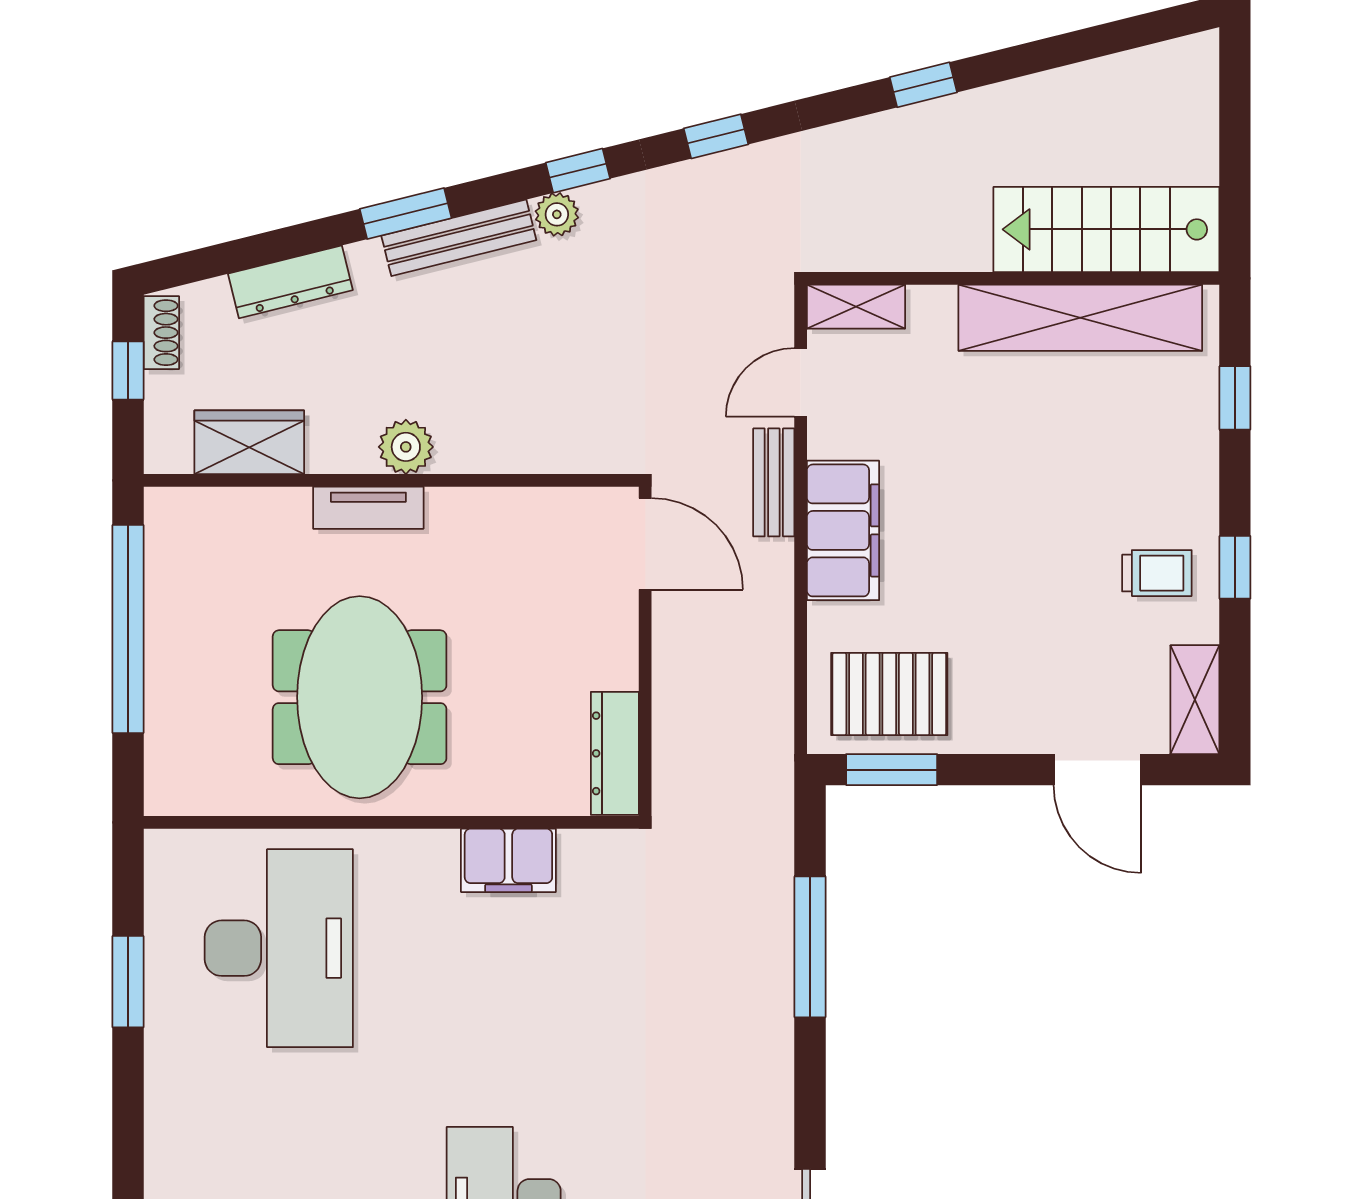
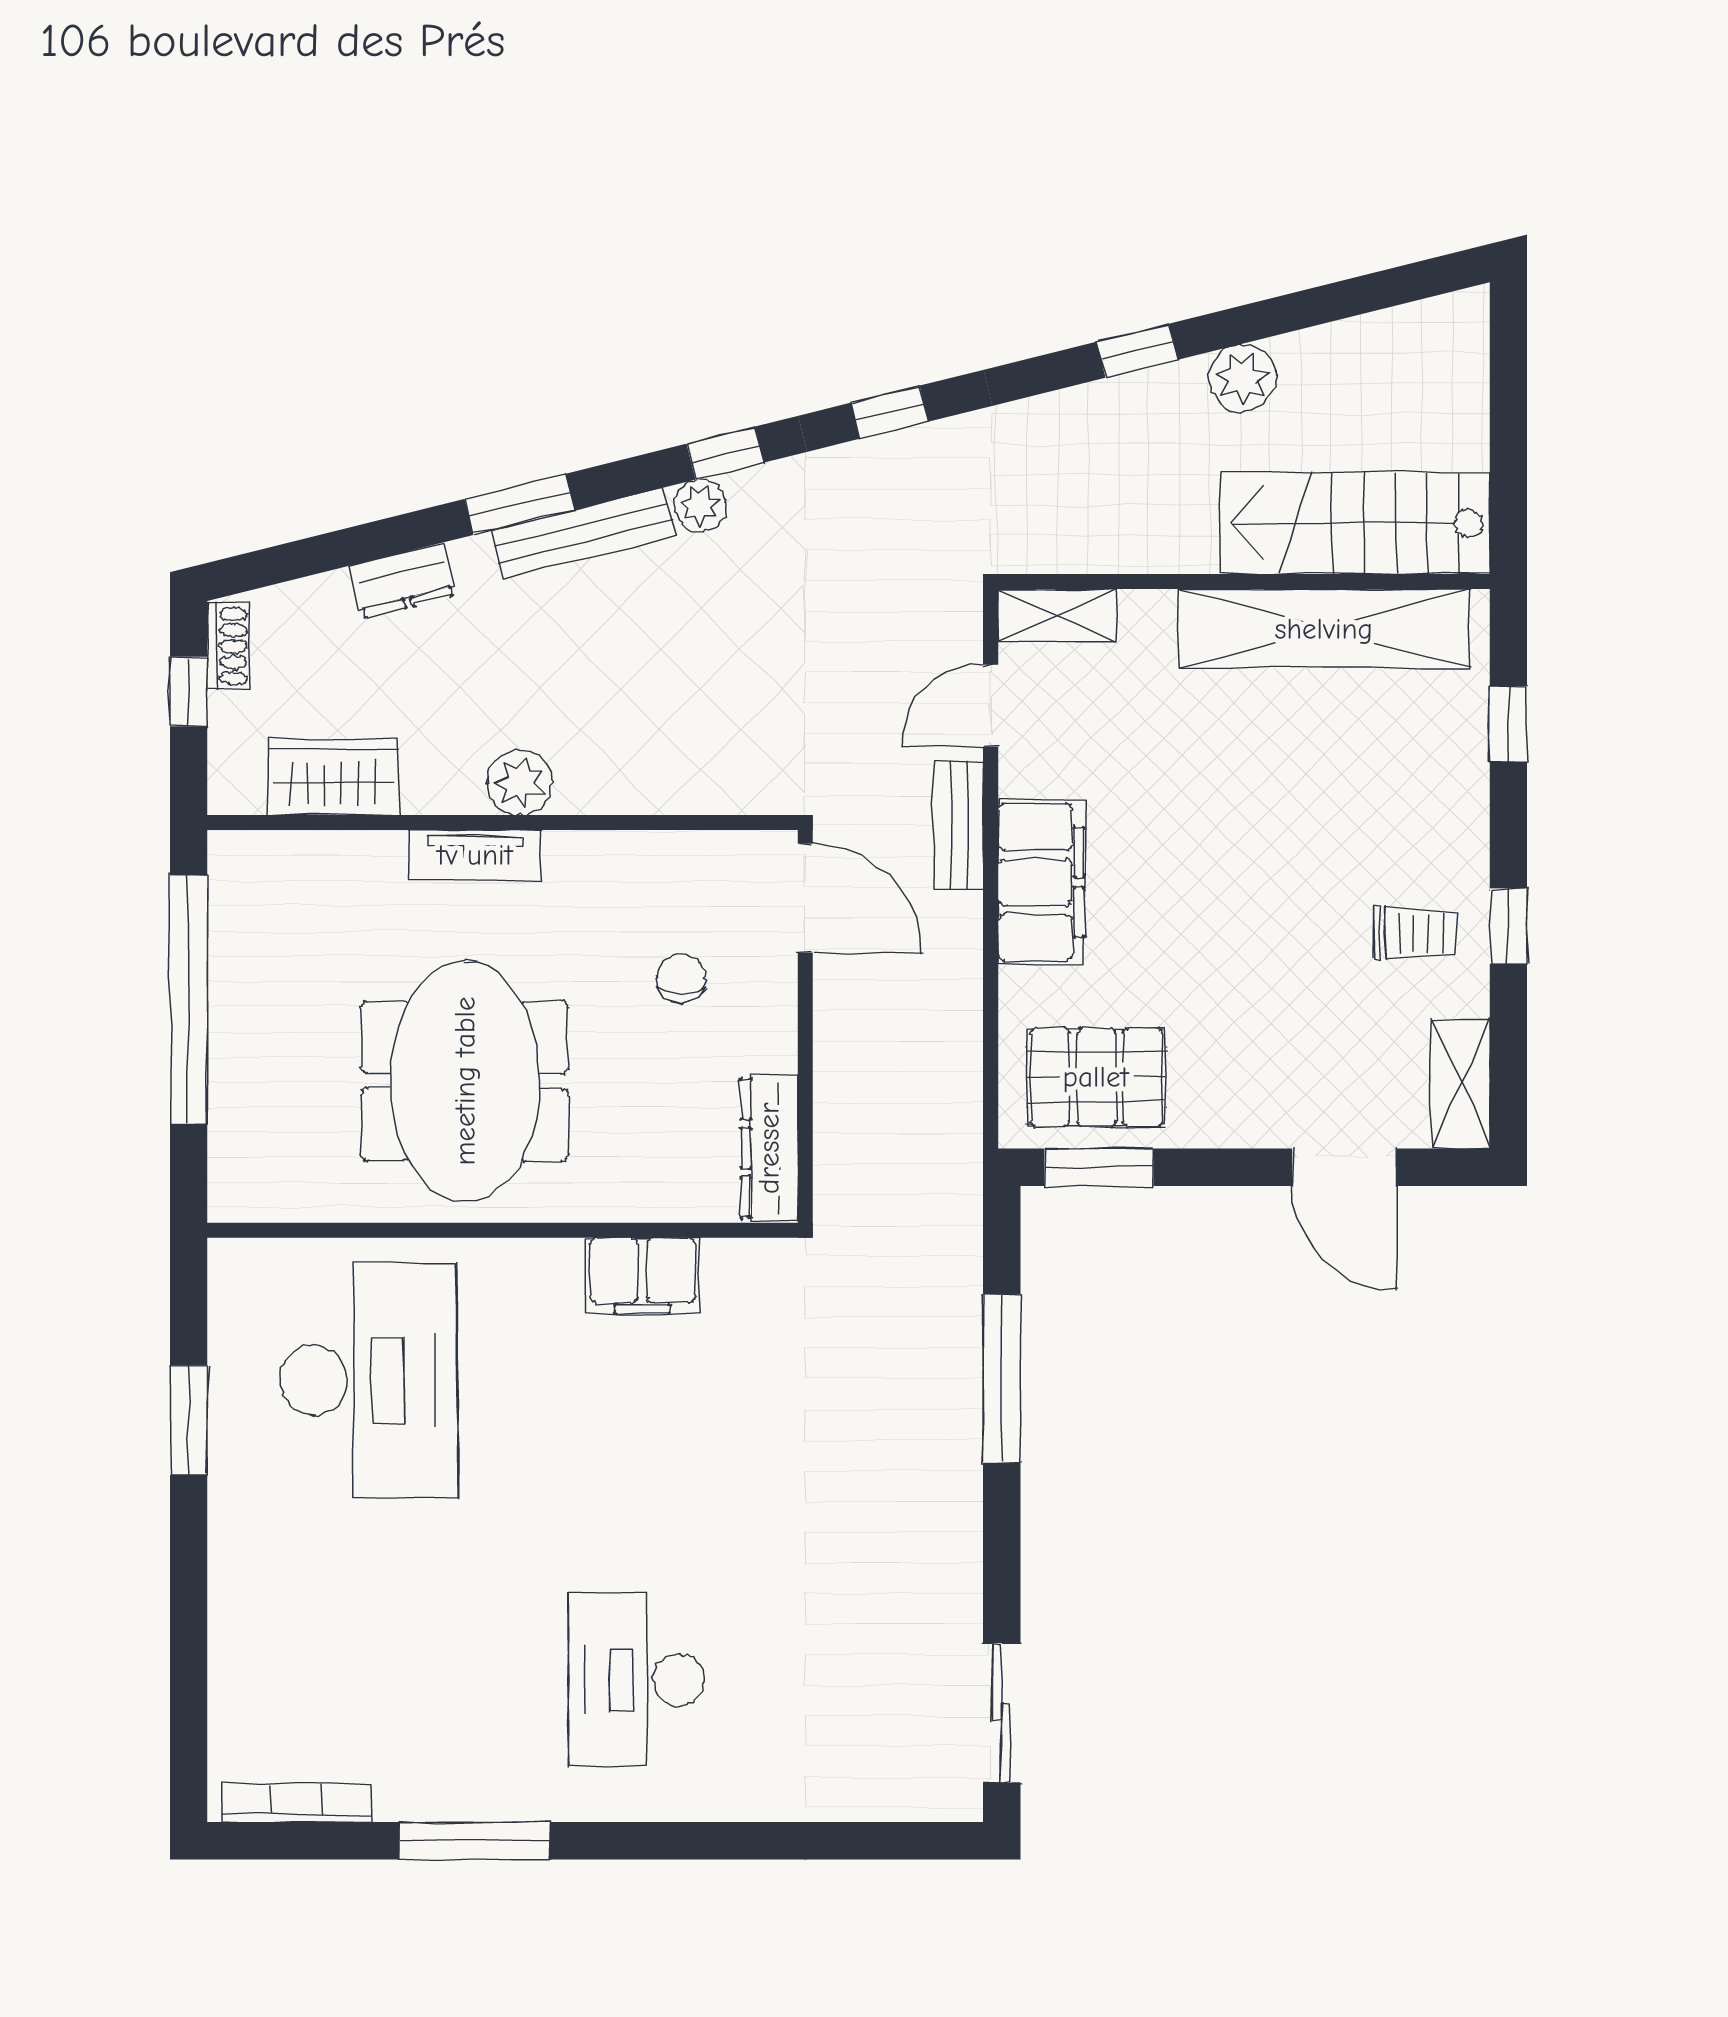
plant: (1012, 108) -> (1243, 378), added
dresser: (290, 282) -> (403, 581), width x0.70
chair: (541, 611) -> (681, 978), added

